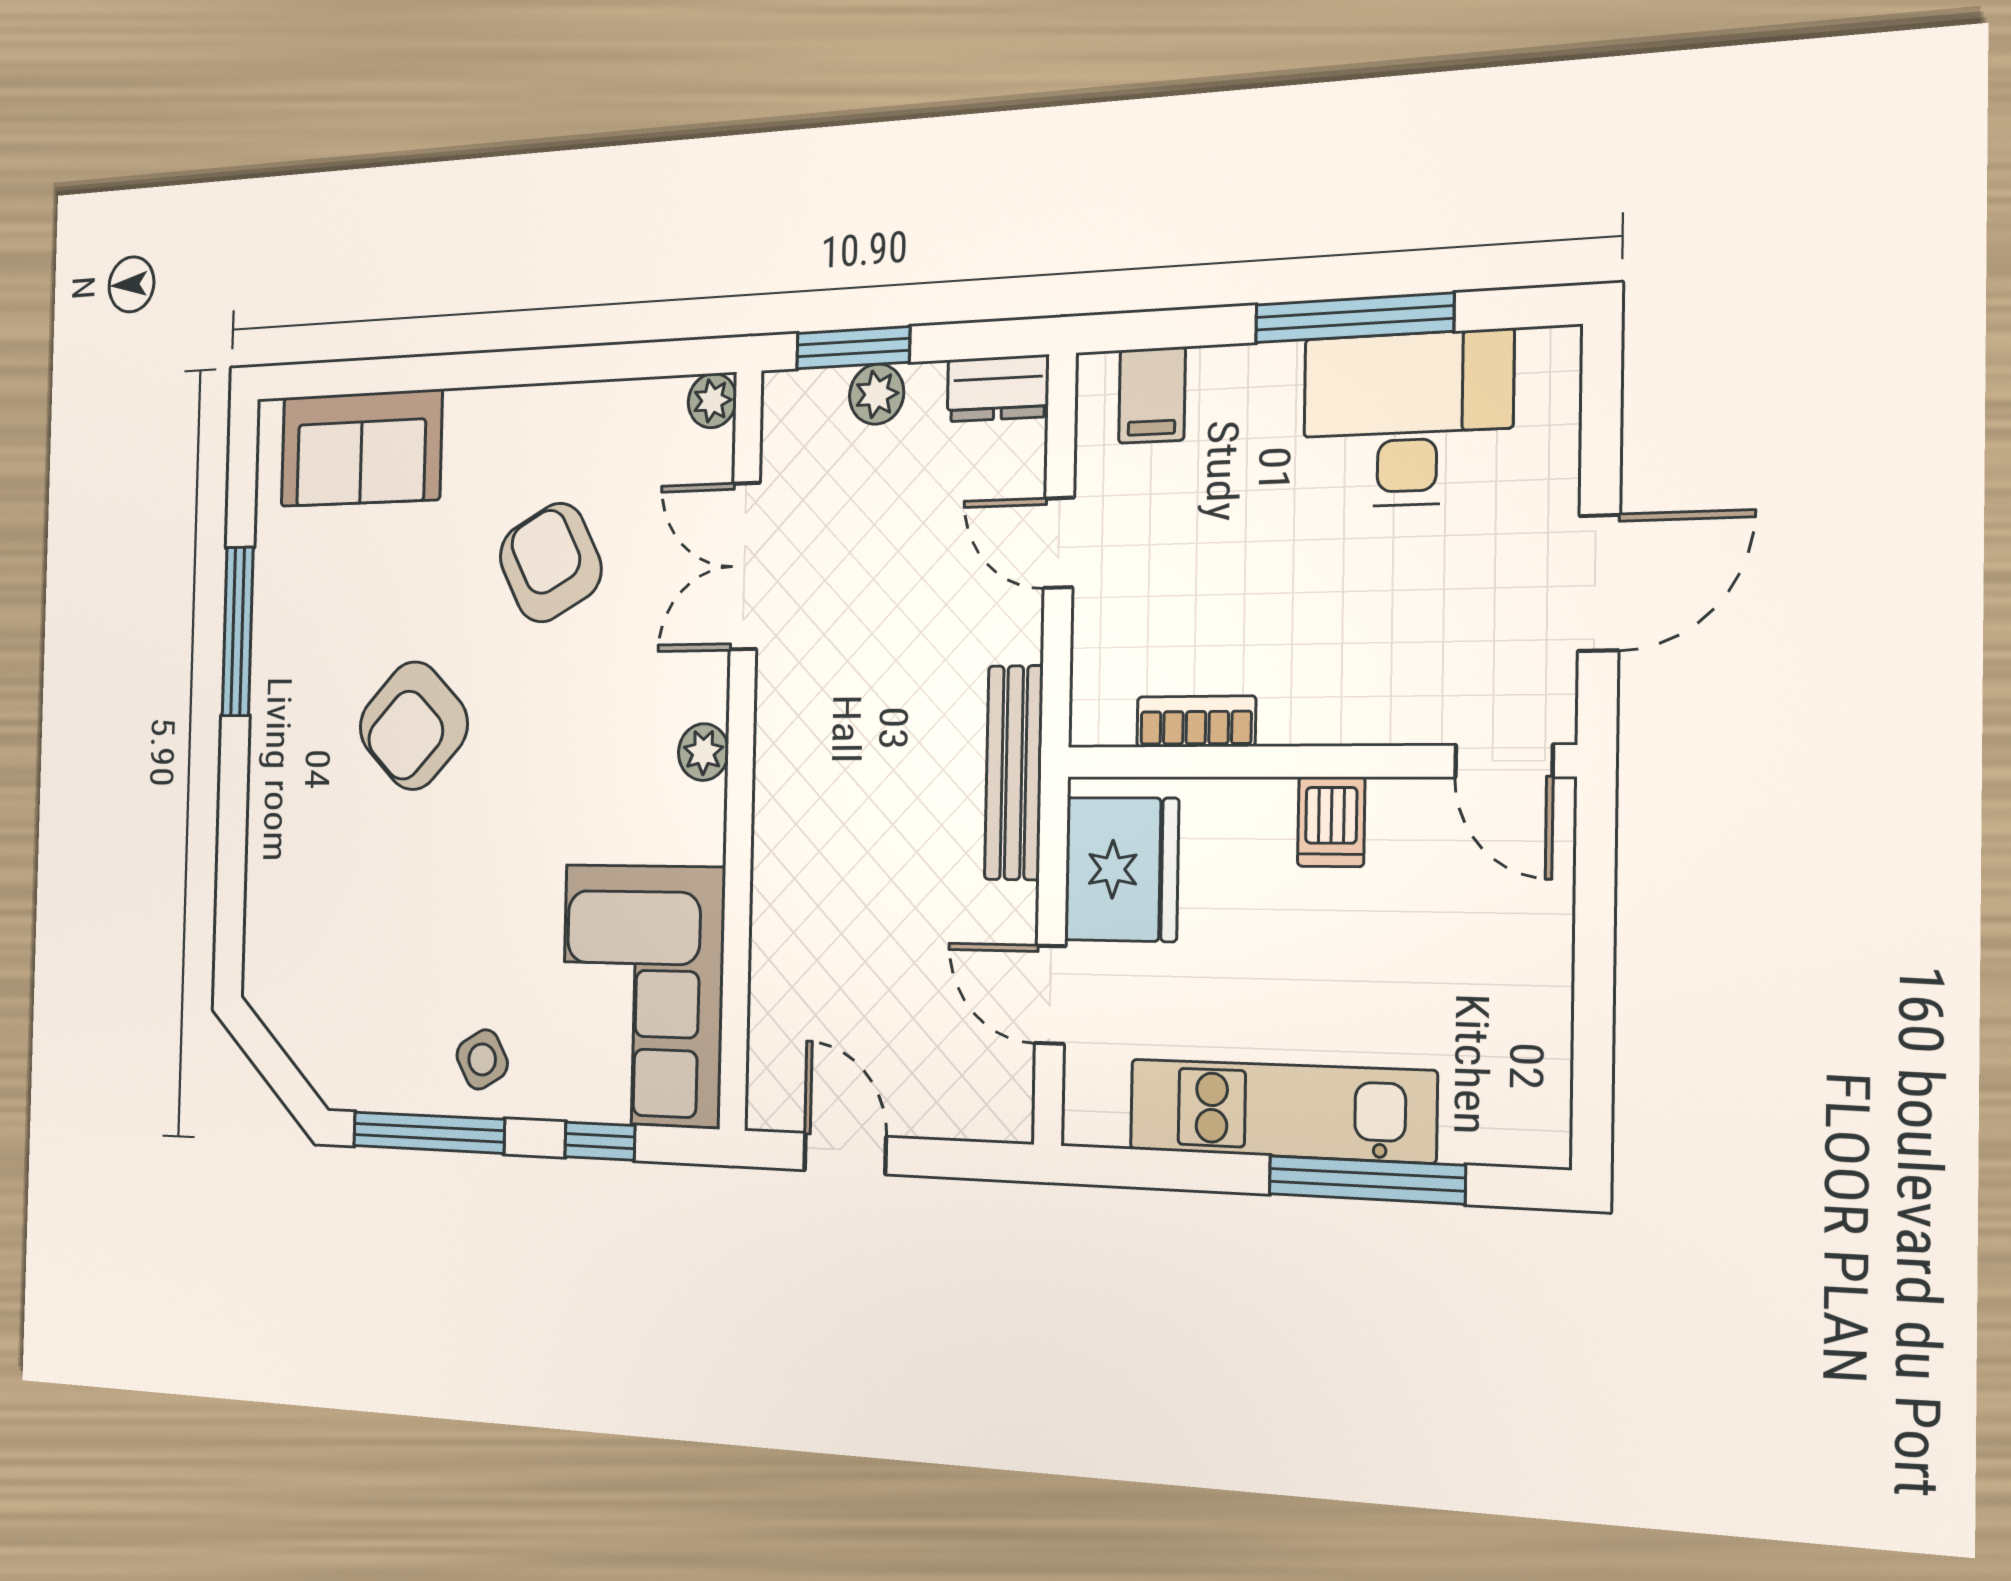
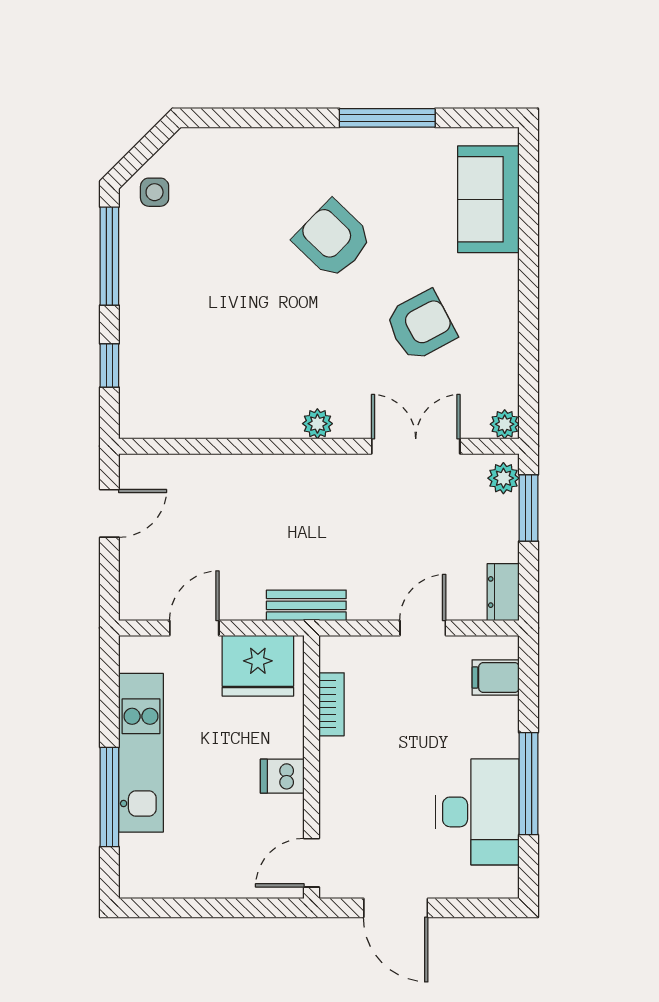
plant: (877, 394) -> (503, 478), moved
bench: (1014, 773) -> (306, 605), width x0.73
corner sofa: (642, 995) -> (188, 390), removed
side table: (482, 1059) -> (155, 192), moved, turned 30

